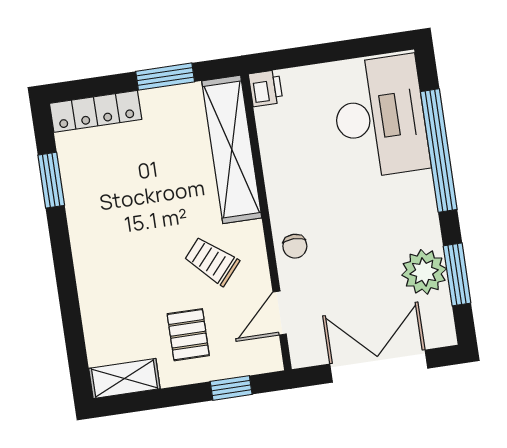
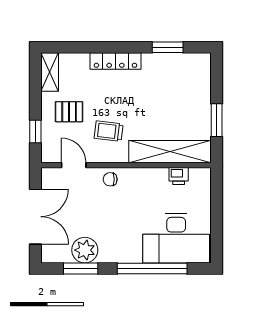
printer: (266, 88) -> (179, 176), moved
locker: (96, 111) -> (115, 61), moved, turned -90
trolley: (212, 261) -> (109, 131), turned -124

